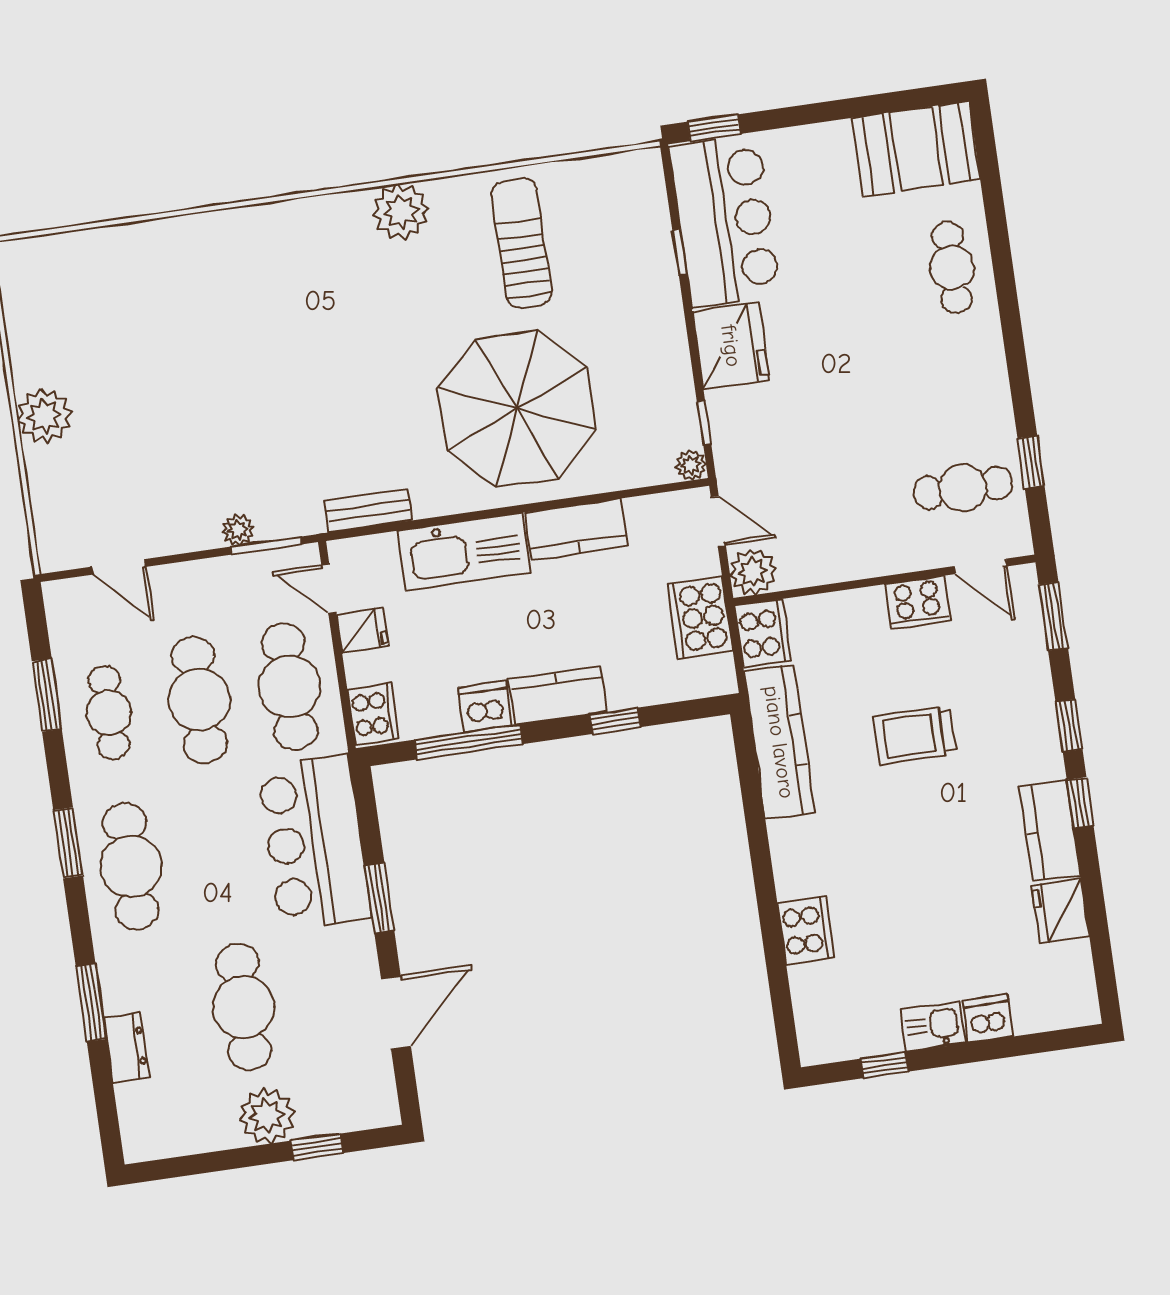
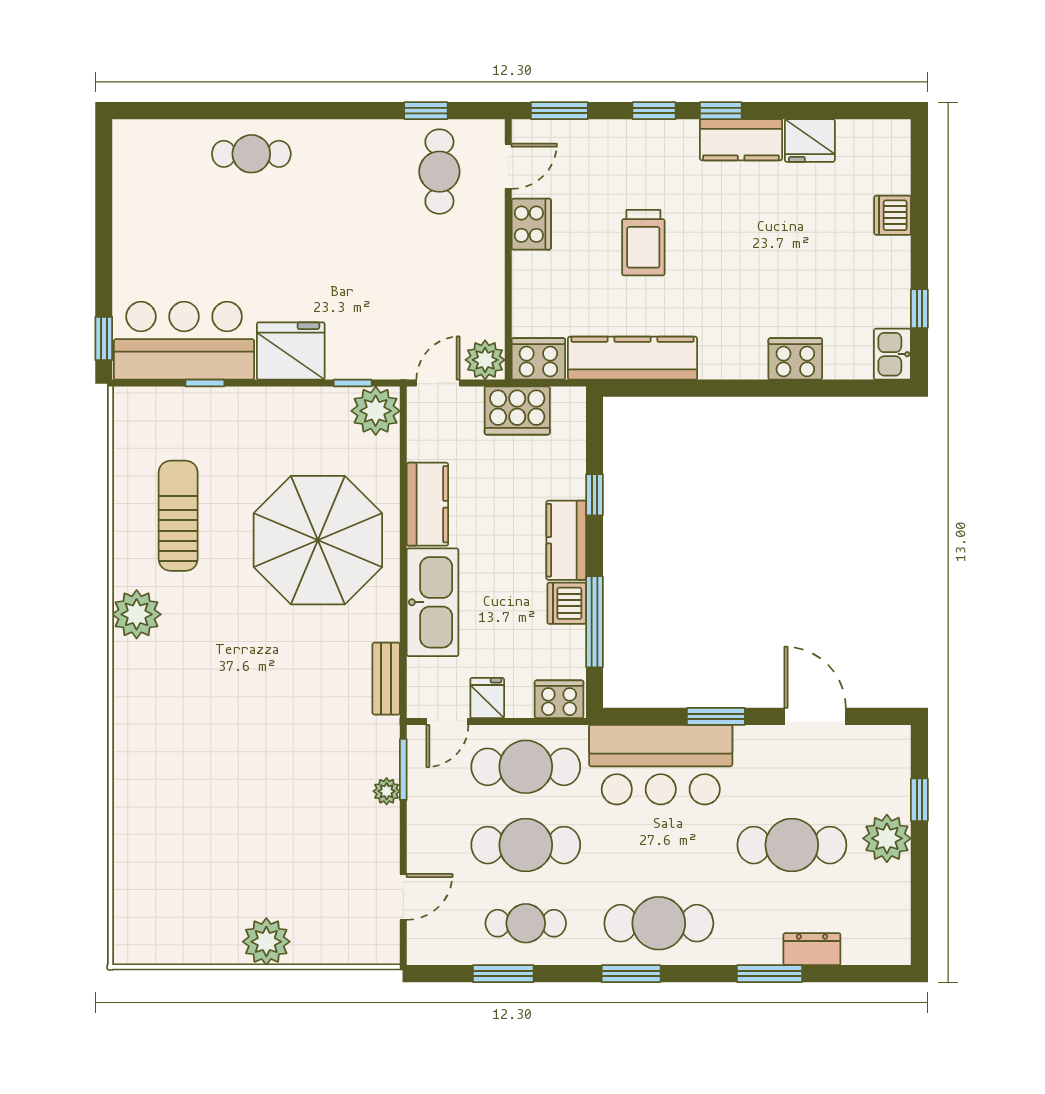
booth: (916, 149) -> (146, 170), removed
sun lounger: (522, 243) -> (178, 516), turned 90
plant: (691, 465) -> (376, 411), width x1.88, depth x1.88
kitchen sink: (933, 1026) -> (892, 354), moved

